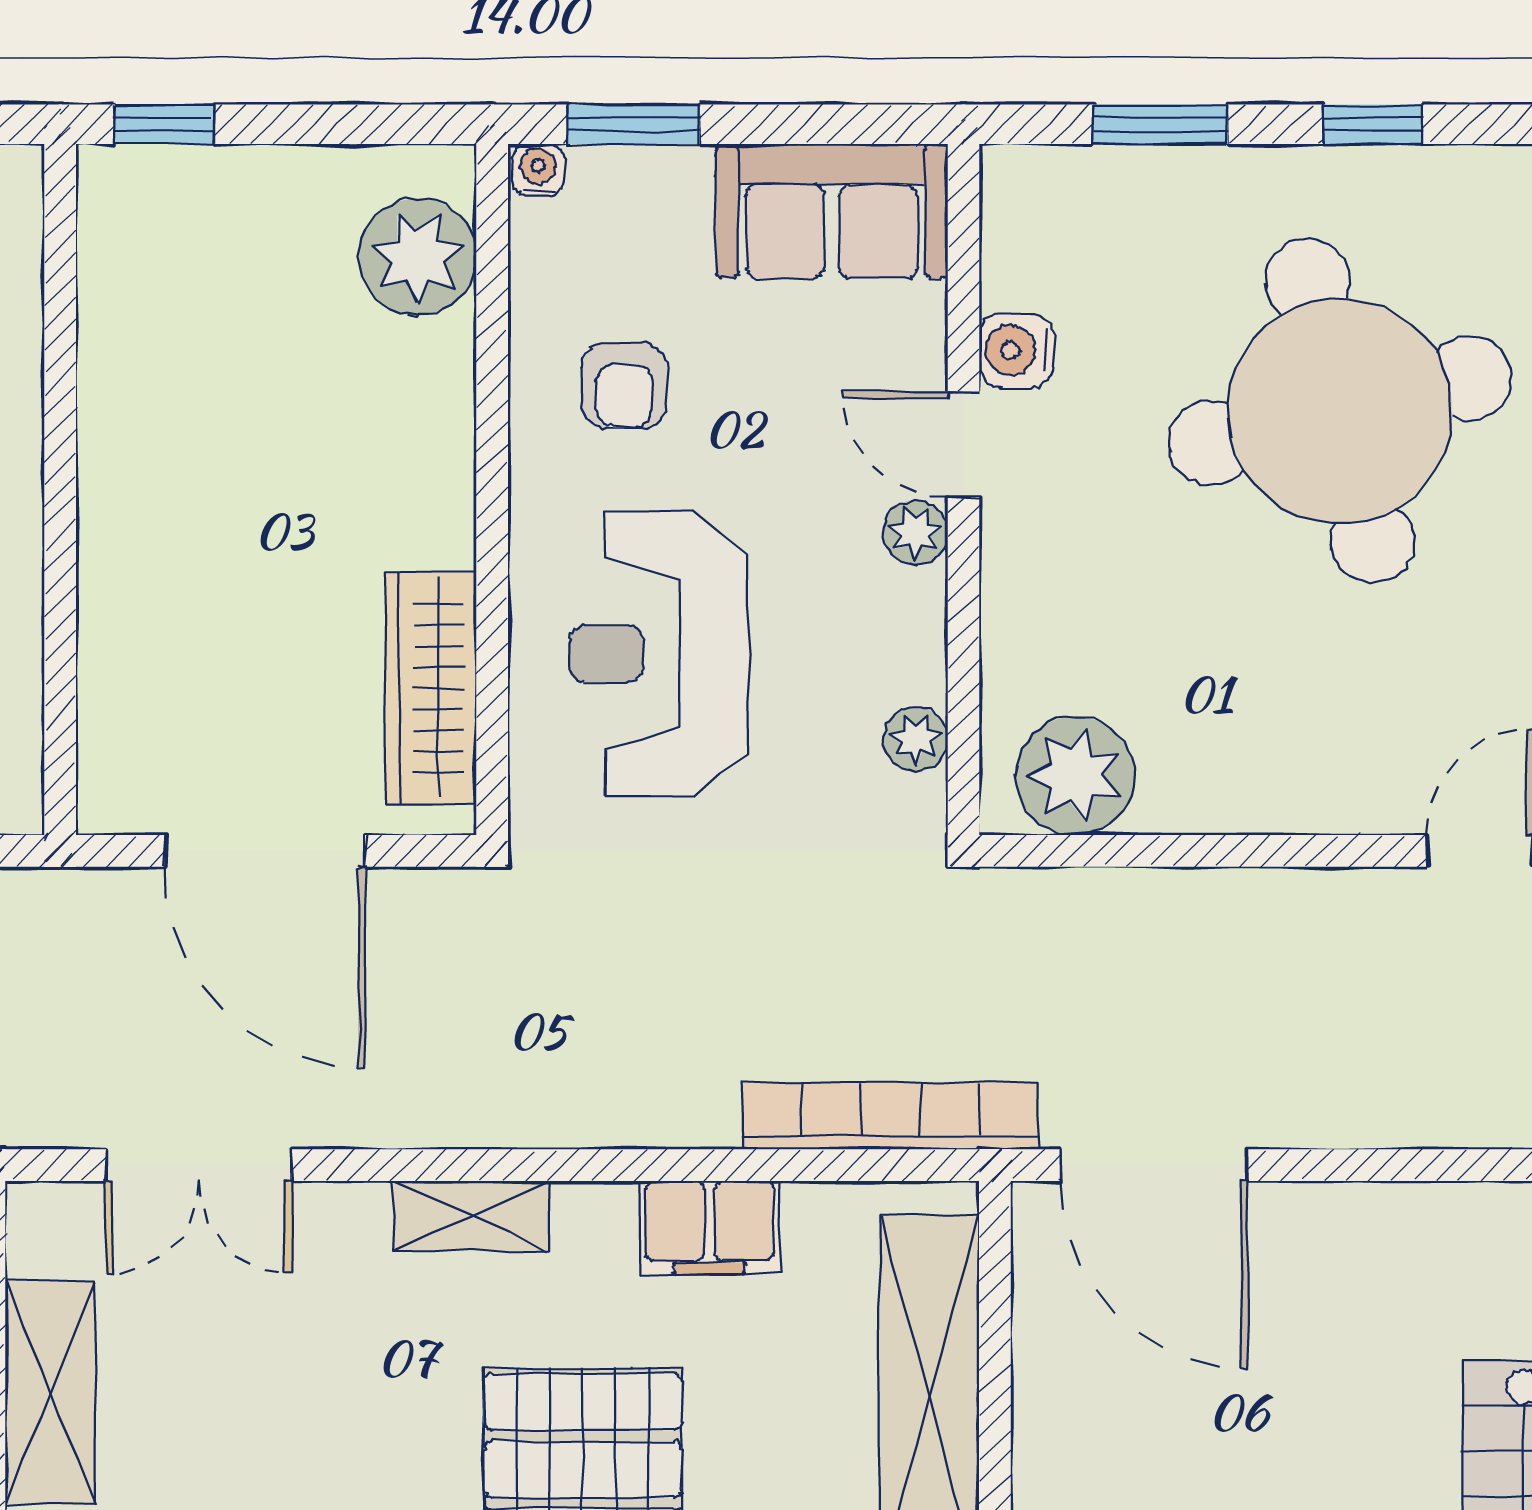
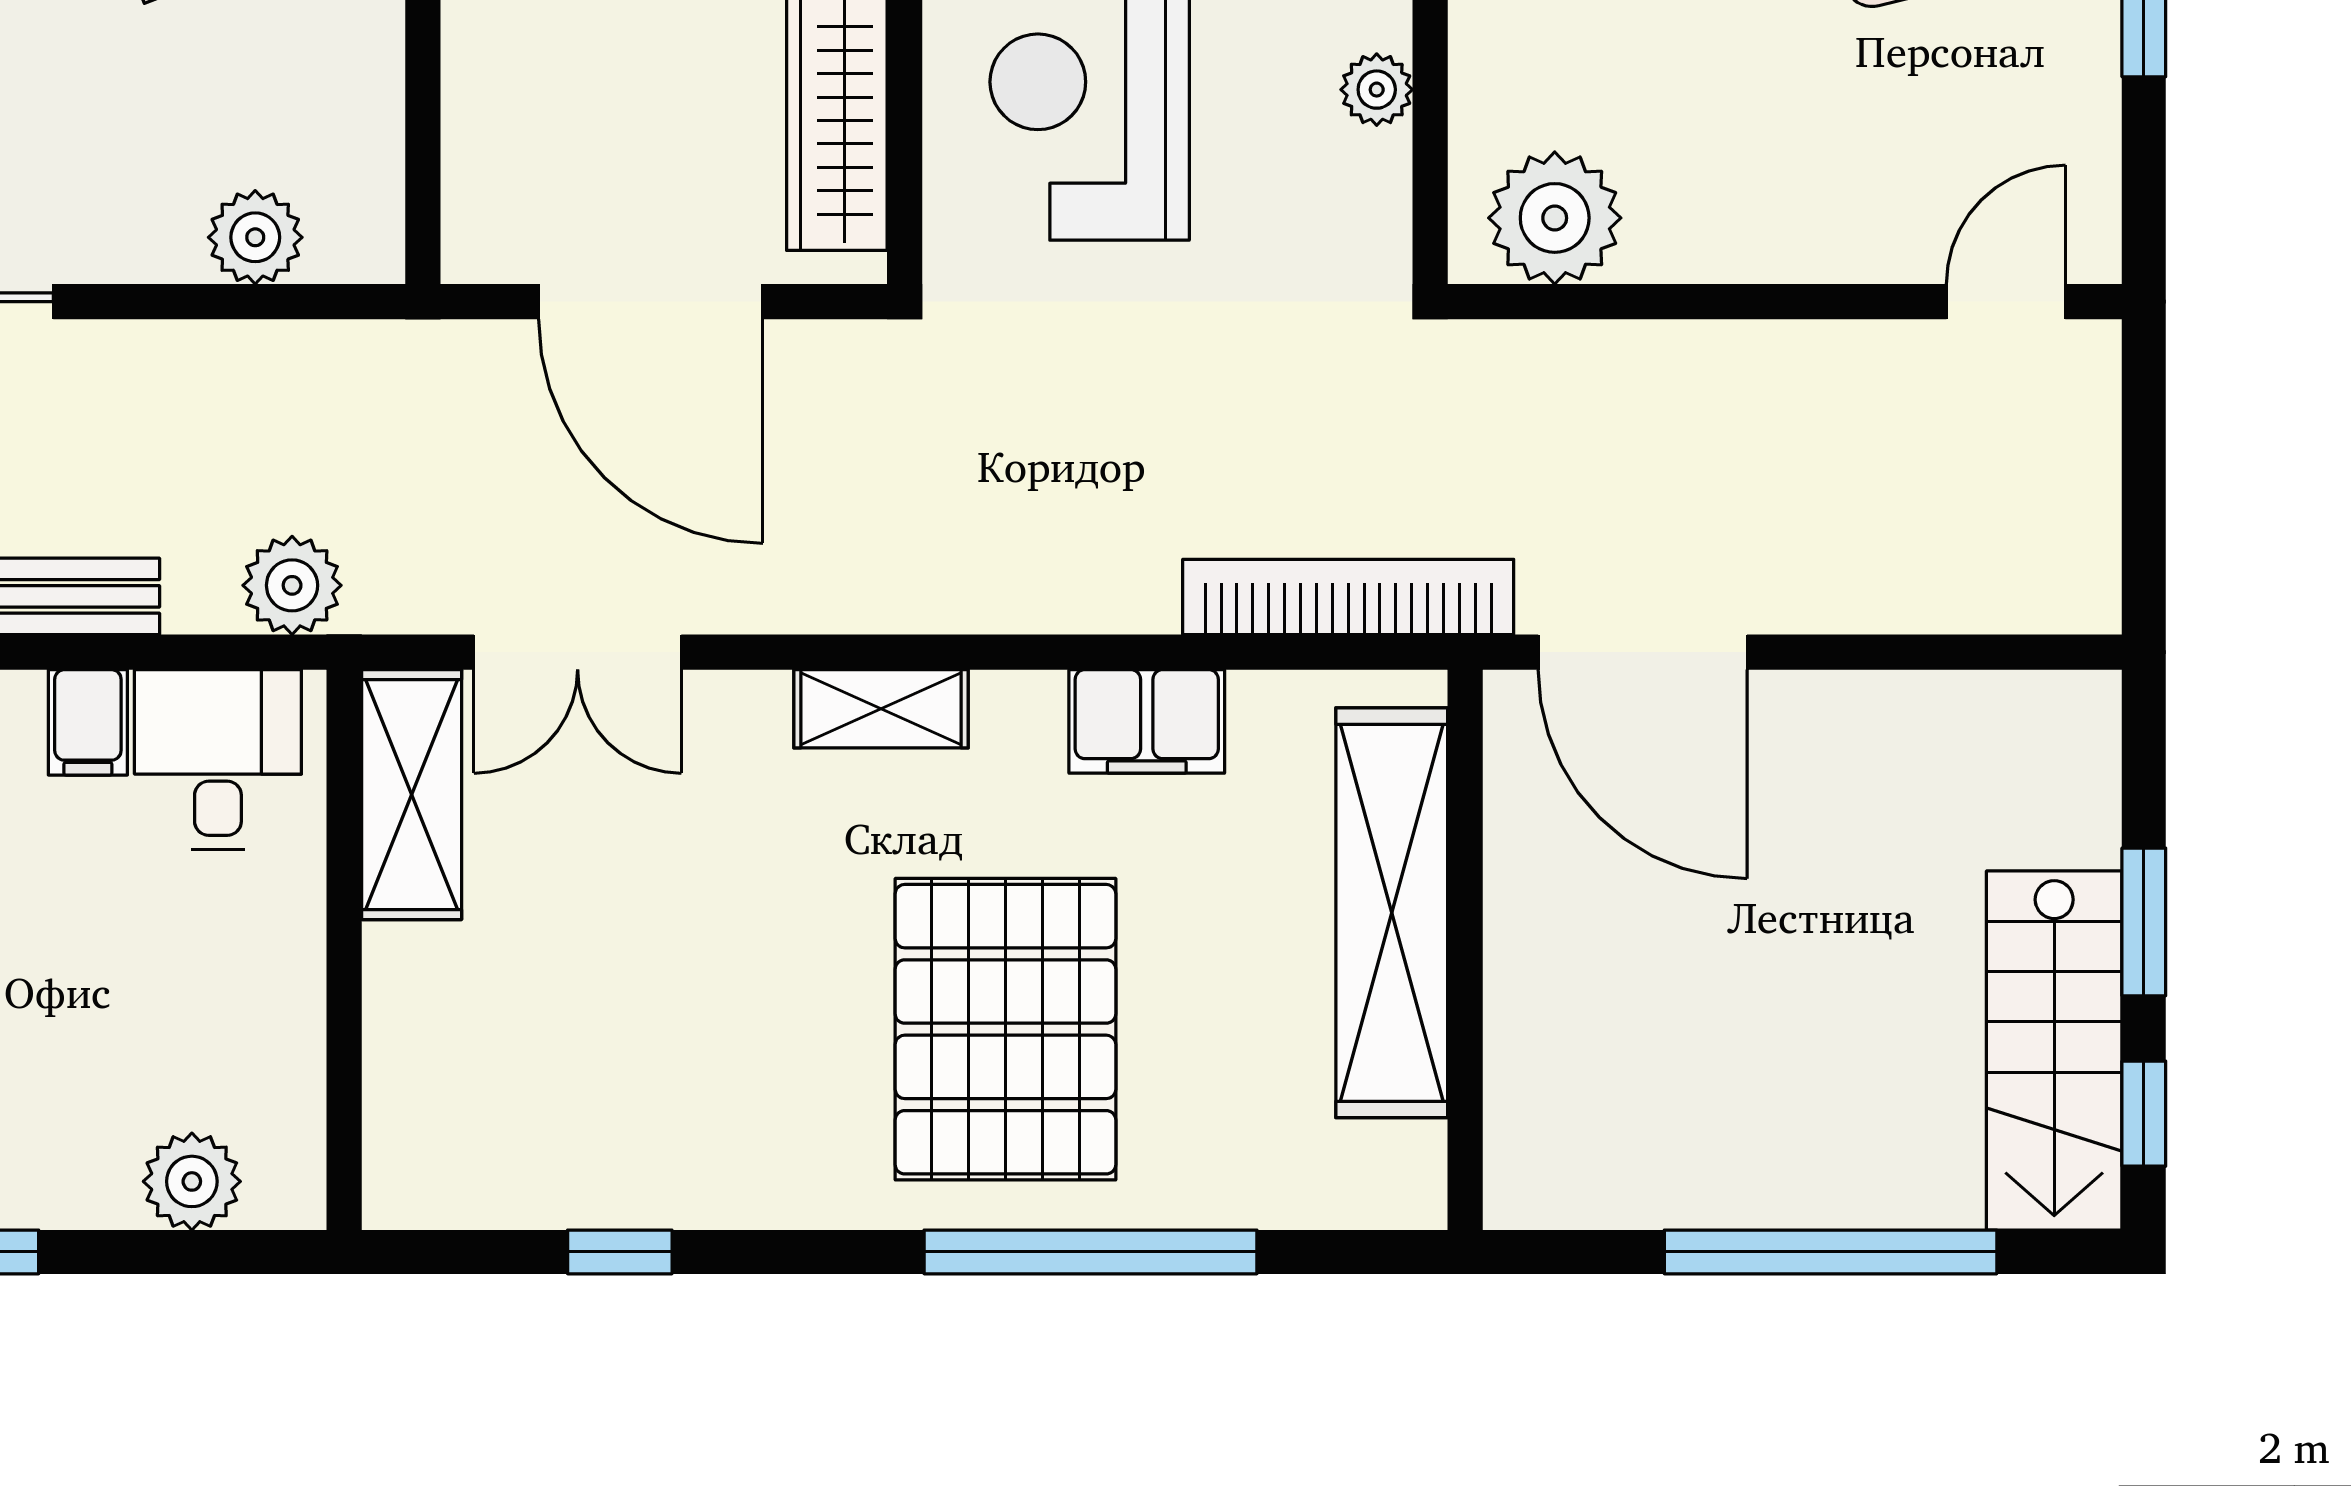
plant: (916, 739) -> (1377, 90), moved
shelving: (50, 1393) -> (412, 795), moved

